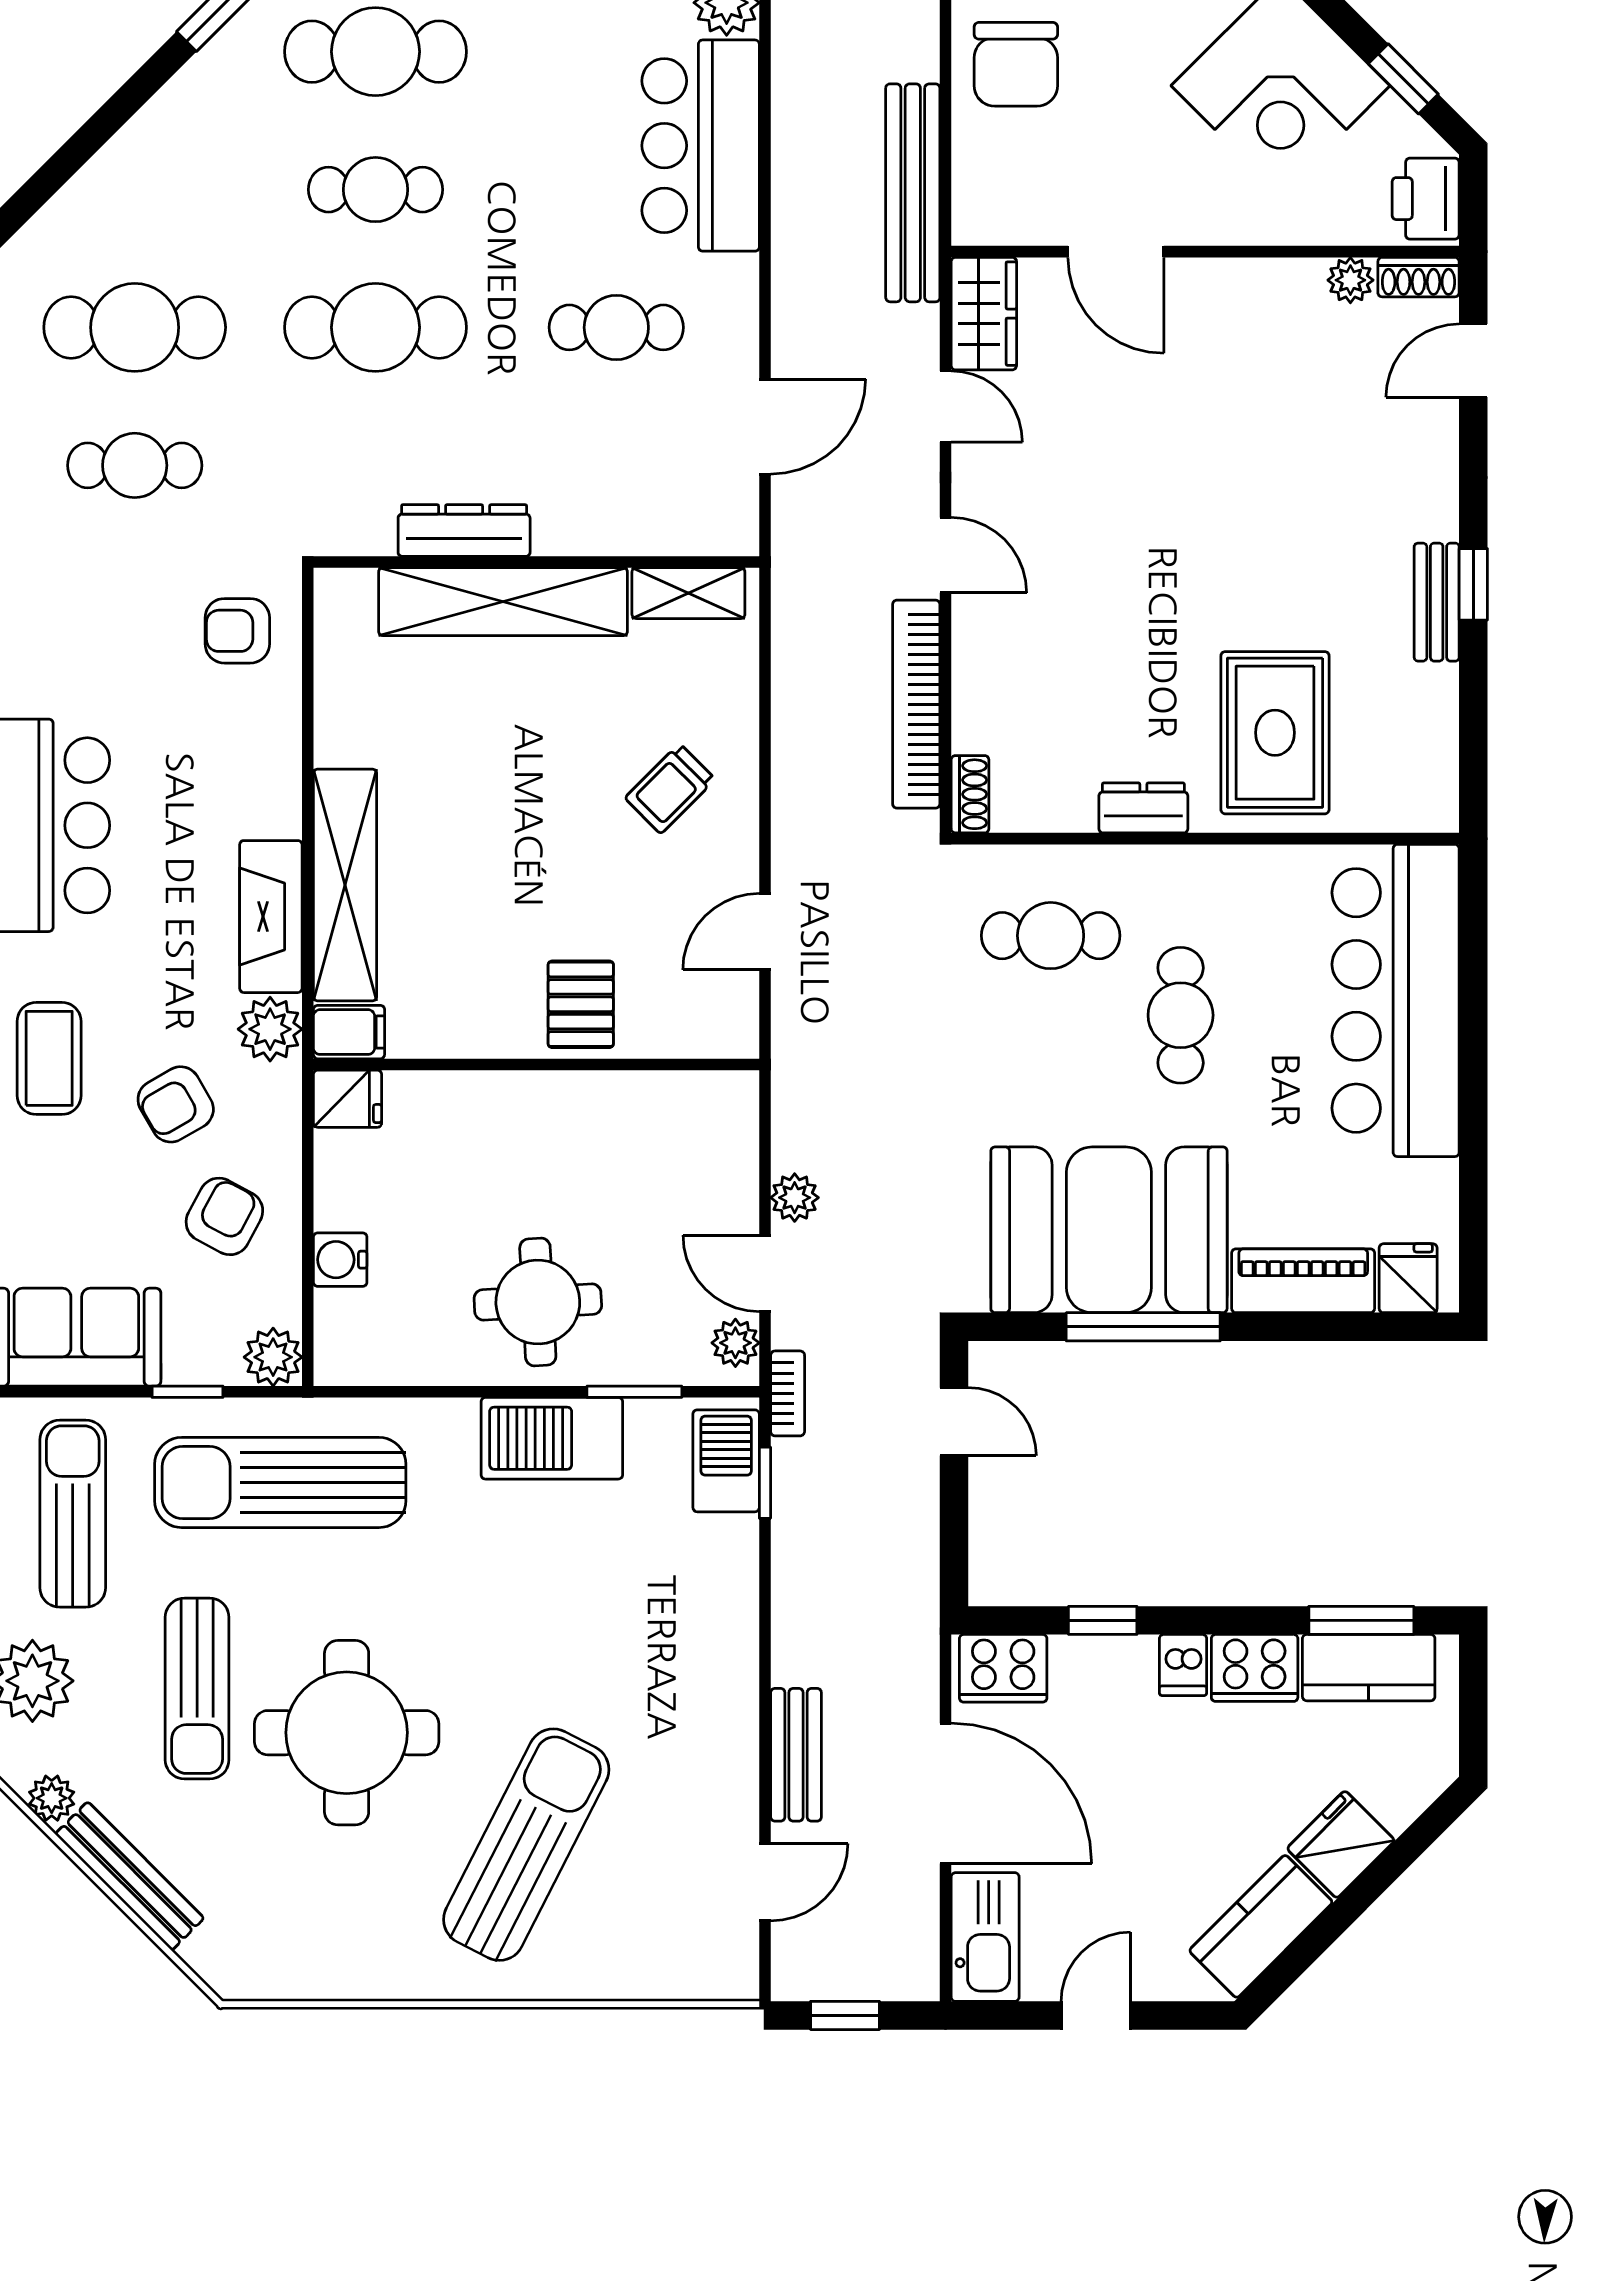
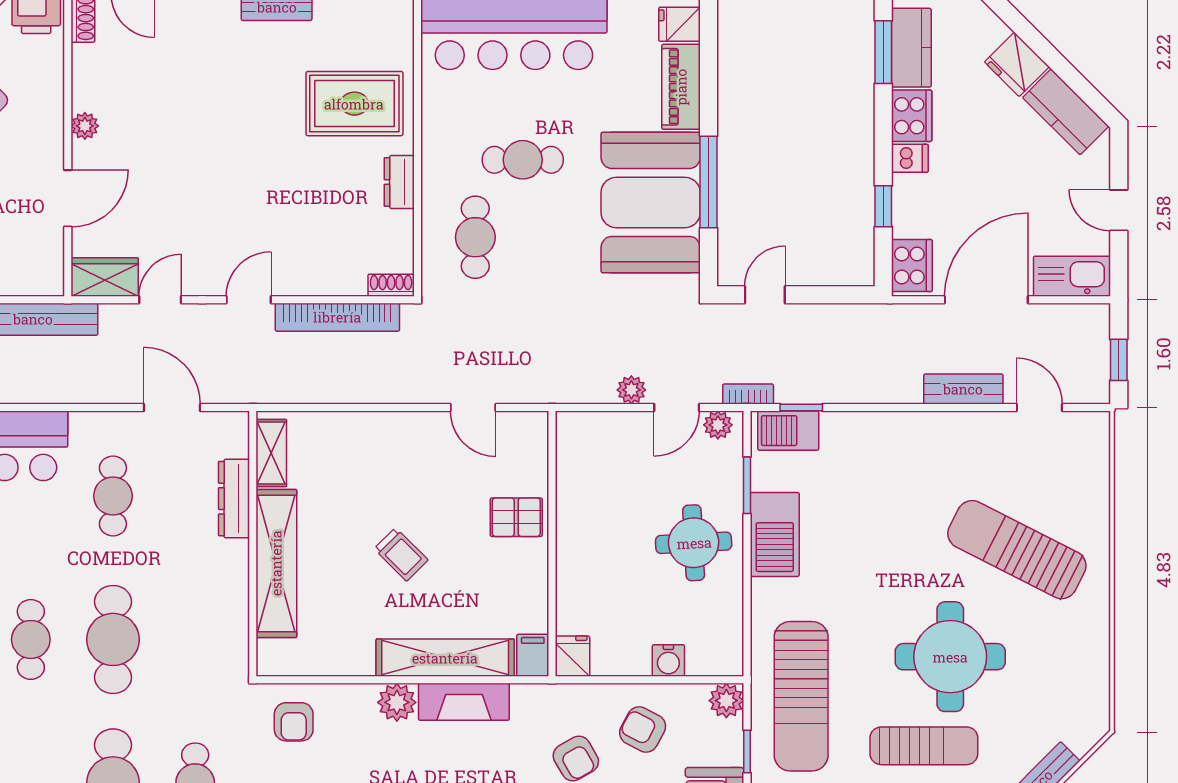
plant: (1350, 280) -> (85, 126), moved
dresser: (464, 531) -> (234, 499), moved
trolley: (670, 789) -> (401, 554), moved
plant: (270, 1029) -> (397, 702), moved

